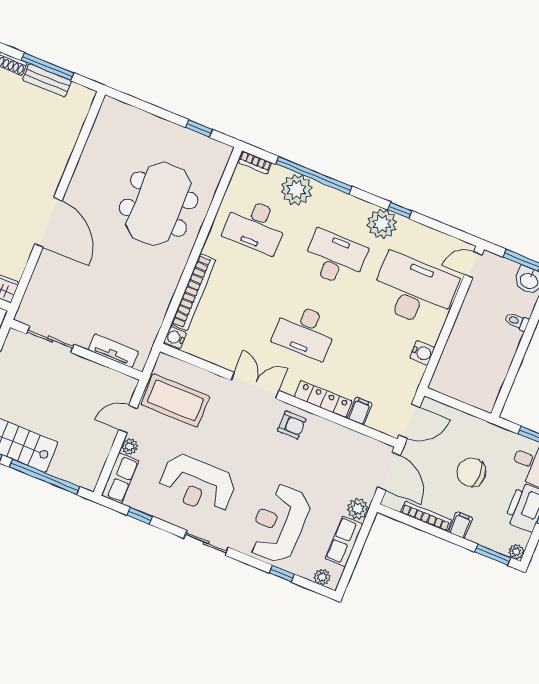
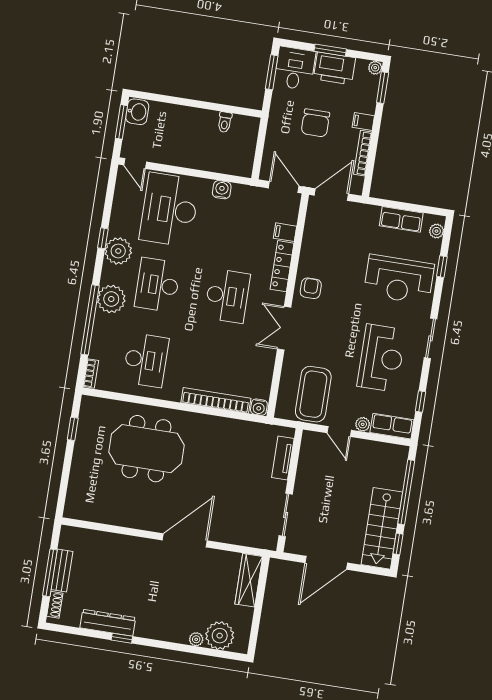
plant: (297, 190) -> (111, 299), moved
toilet: (517, 321) -> (225, 122), moved
plant: (358, 509) -> (370, 214), removed

